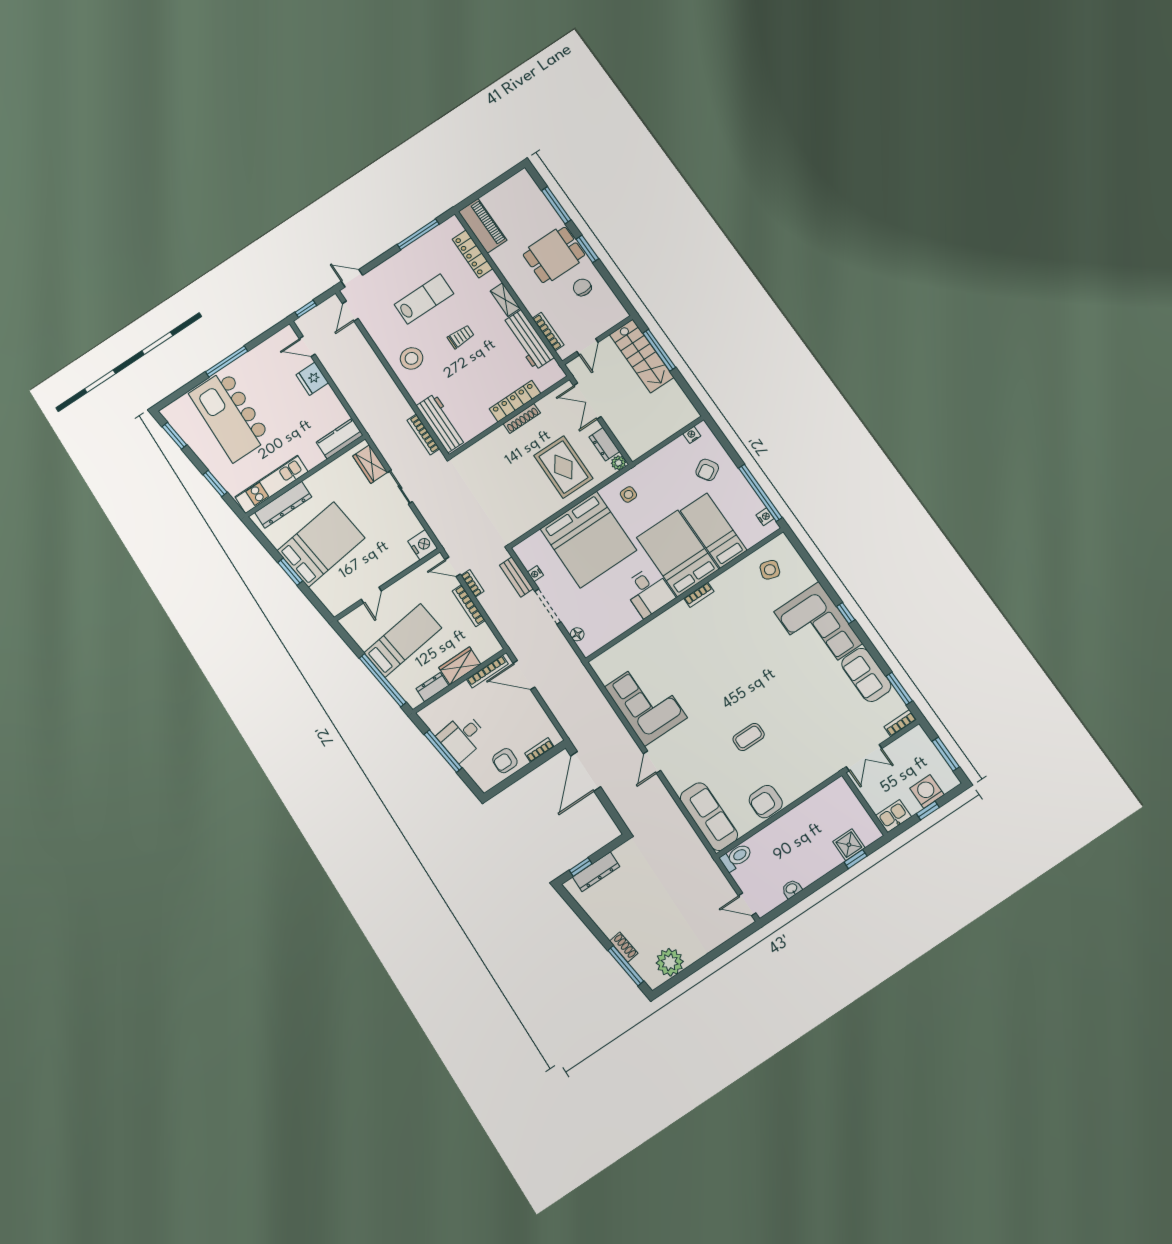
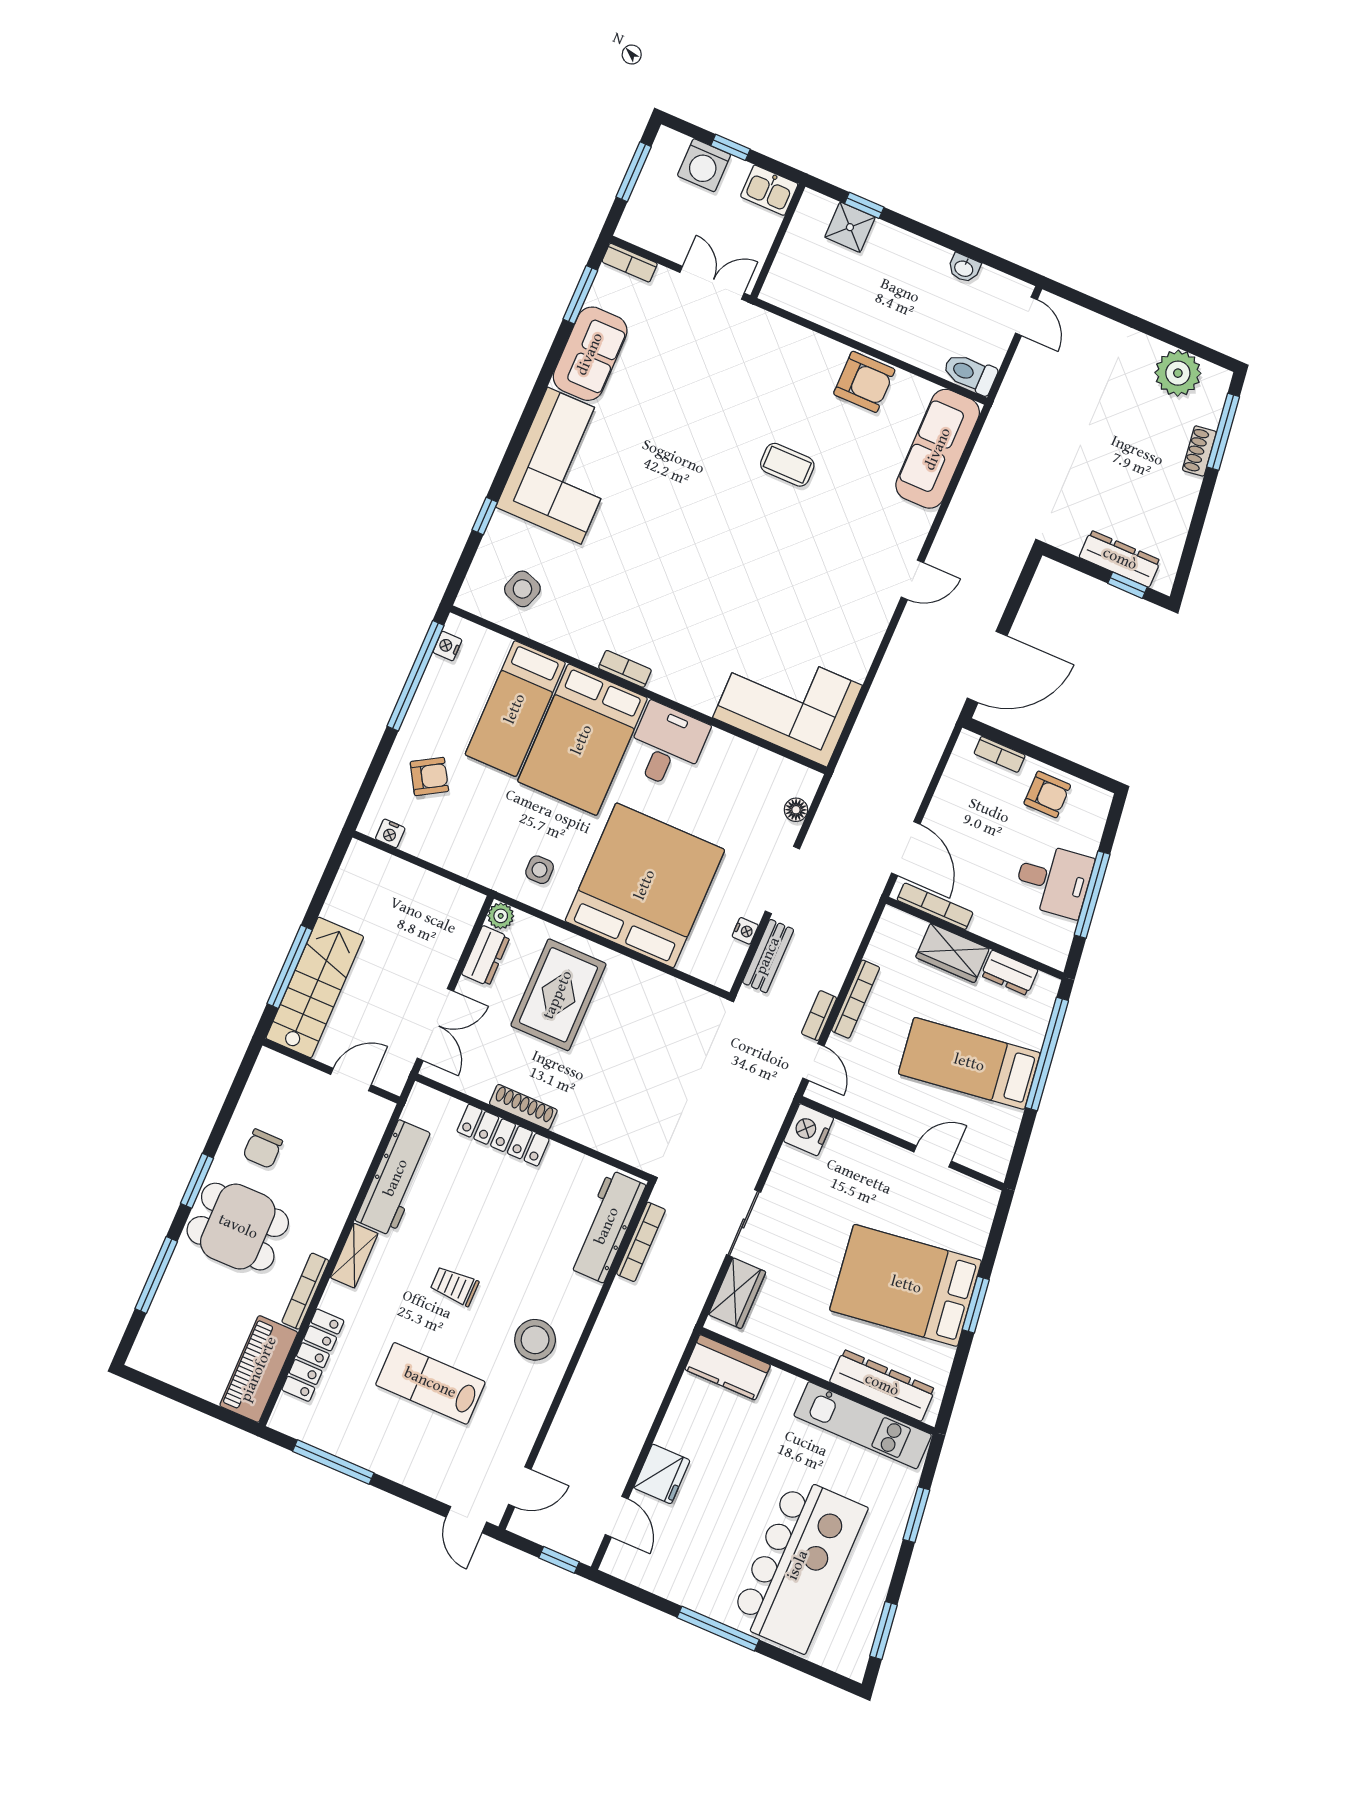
bookcase: (548, 332) -> (305, 1291), moved
window: (846, 613) -> (485, 516), moved
corner sofa: (646, 702) -> (787, 702), moved, turned 90

